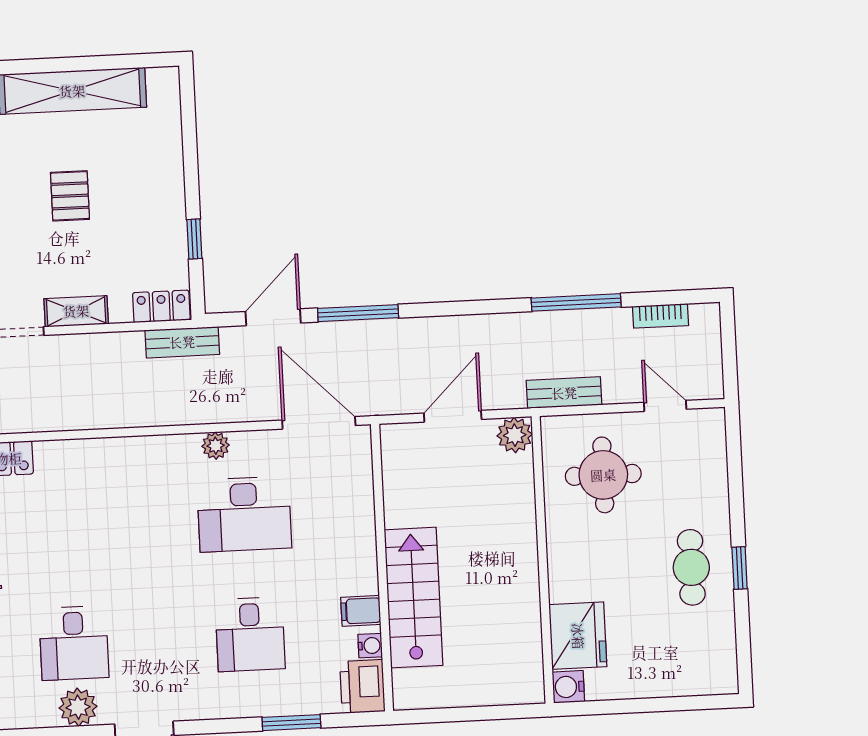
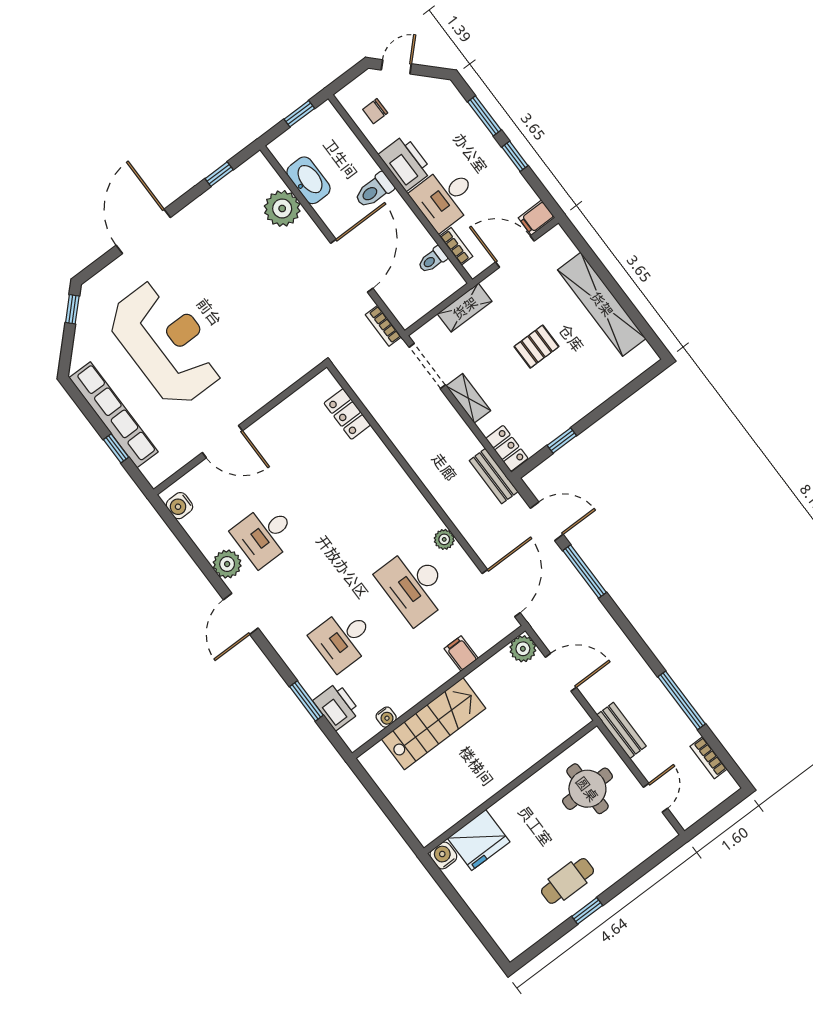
plant: (515, 435) -> (523, 649), moved
filing cabinet: (361, 611) -> (461, 653), moved
printer: (362, 686) -> (337, 706), moved, turned 90

